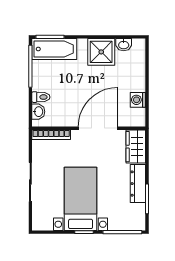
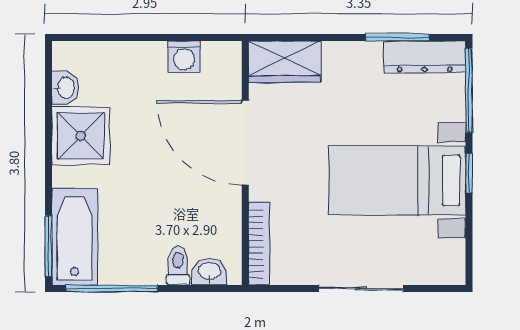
dresser: (138, 184) -> (425, 57), moved

